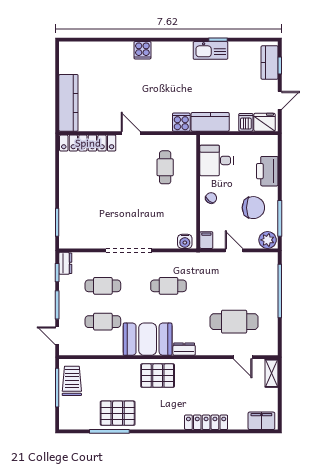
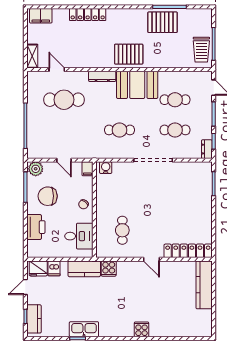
dresser: (184, 349) -> (102, 76), width x1.44

